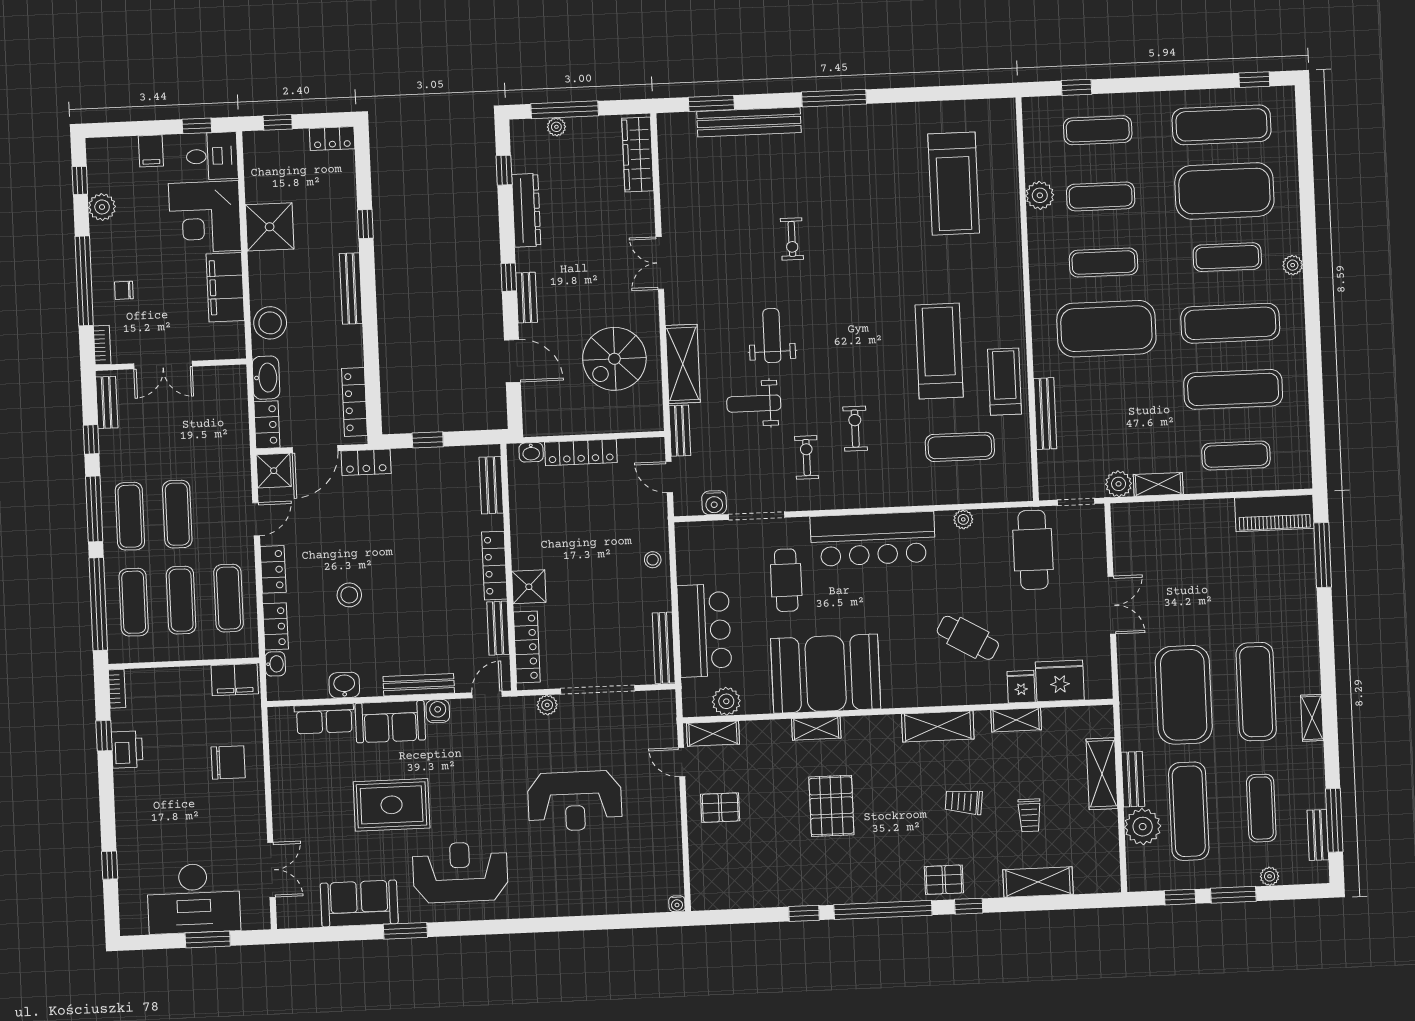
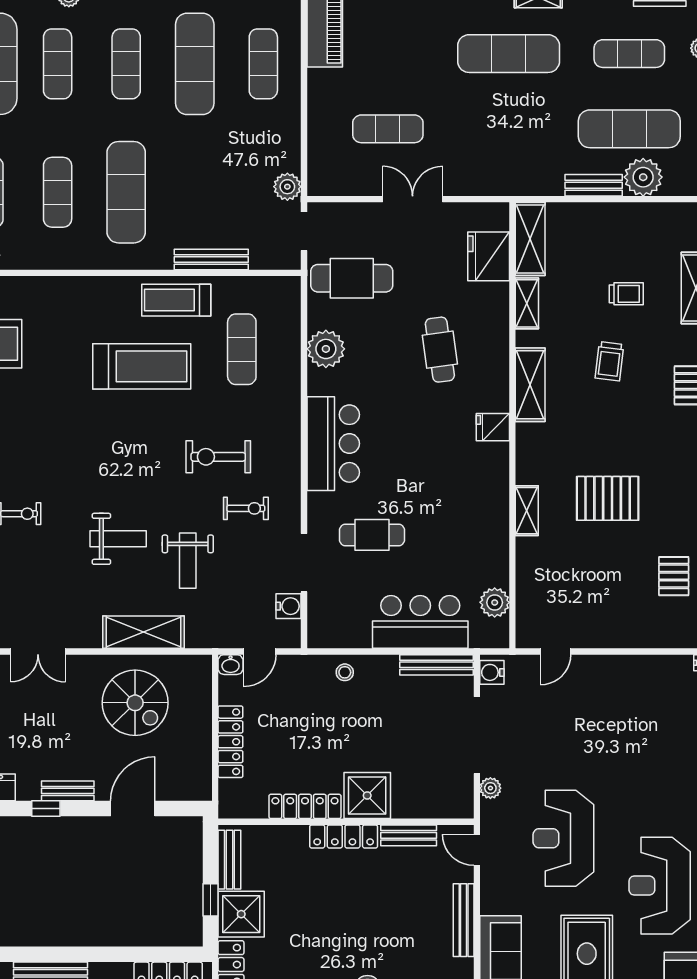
exercise mat: (1230, 323) -> (126, 64), width x0.73, depth x0.69
exercise mat: (1106, 329) -> (126, 192), width x0.68
weight bench: (772, 336) -> (118, 539), turned 180
treadmill: (939, 351) -> (142, 366), turned 180
exercise bike: (855, 429) -> (218, 457), width x1.38, depth x1.39
bench: (680, 431) -> (212, 638), removed
washbasin: (531, 452) -> (231, 665), moved, turned 90
exercise bike: (807, 457) -> (246, 508), turned 180
shower: (415, 470) -> (241, 914), added
shelving: (1158, 484) -> (290, 146), removed
bench: (491, 485) -> (229, 860), moved, turned 90
plant: (963, 519) -> (326, 349), width x1.88, depth x1.88
bar counter: (873, 539) -> (333, 444), width x0.73
shower: (529, 587) -> (367, 795), width x1.36, depth x1.36
cafe table: (968, 638) -> (440, 350), turned -38
locker: (527, 647) -> (305, 806), moved
booth: (826, 674) -> (470, 498), removed
fridge: (1021, 687) -> (493, 427), moved
exercise mat: (1184, 695) -> (388, 129), moved, width x0.50, depth x0.69
water cooler: (438, 711) -> (492, 672), moved
shelving: (713, 734) -> (528, 618), removed
shelving: (1102, 774) -> (530, 239), moved, turned 90
reception desk: (575, 801) -> (563, 838), moved, turned 180
pallet: (720, 808) -> (674, 576), moved

